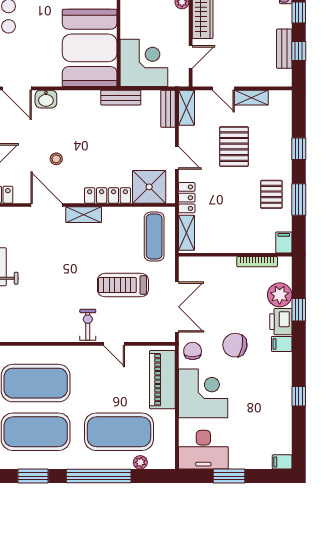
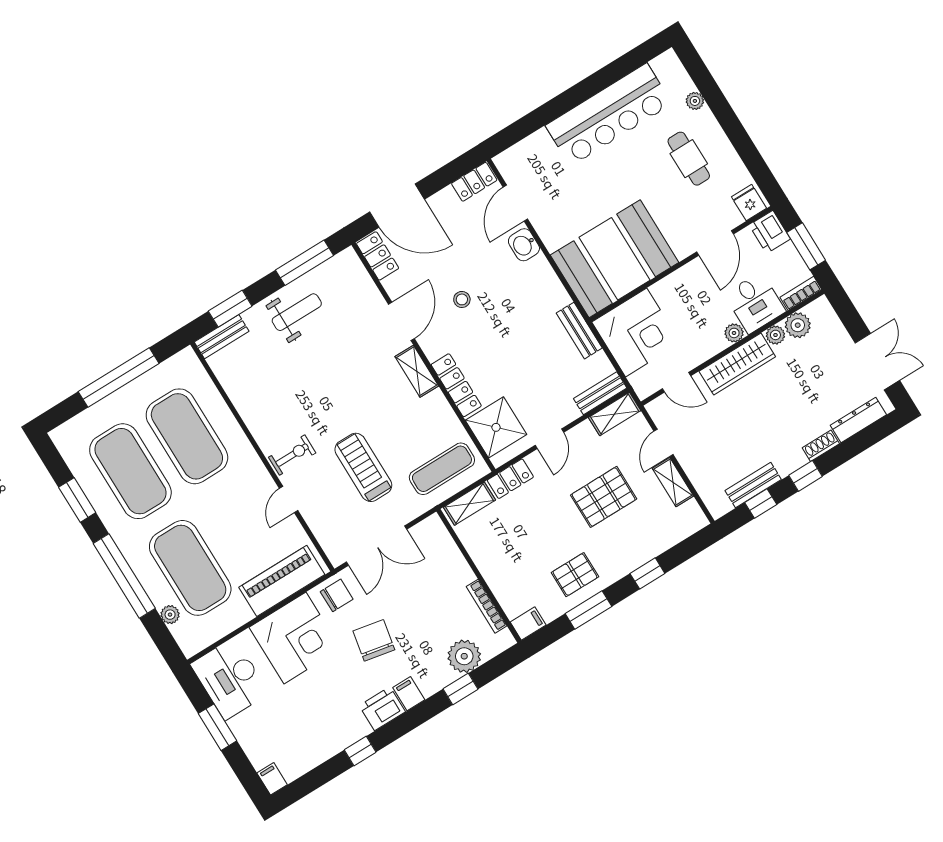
printer: (281, 322) -> (382, 709), moved

